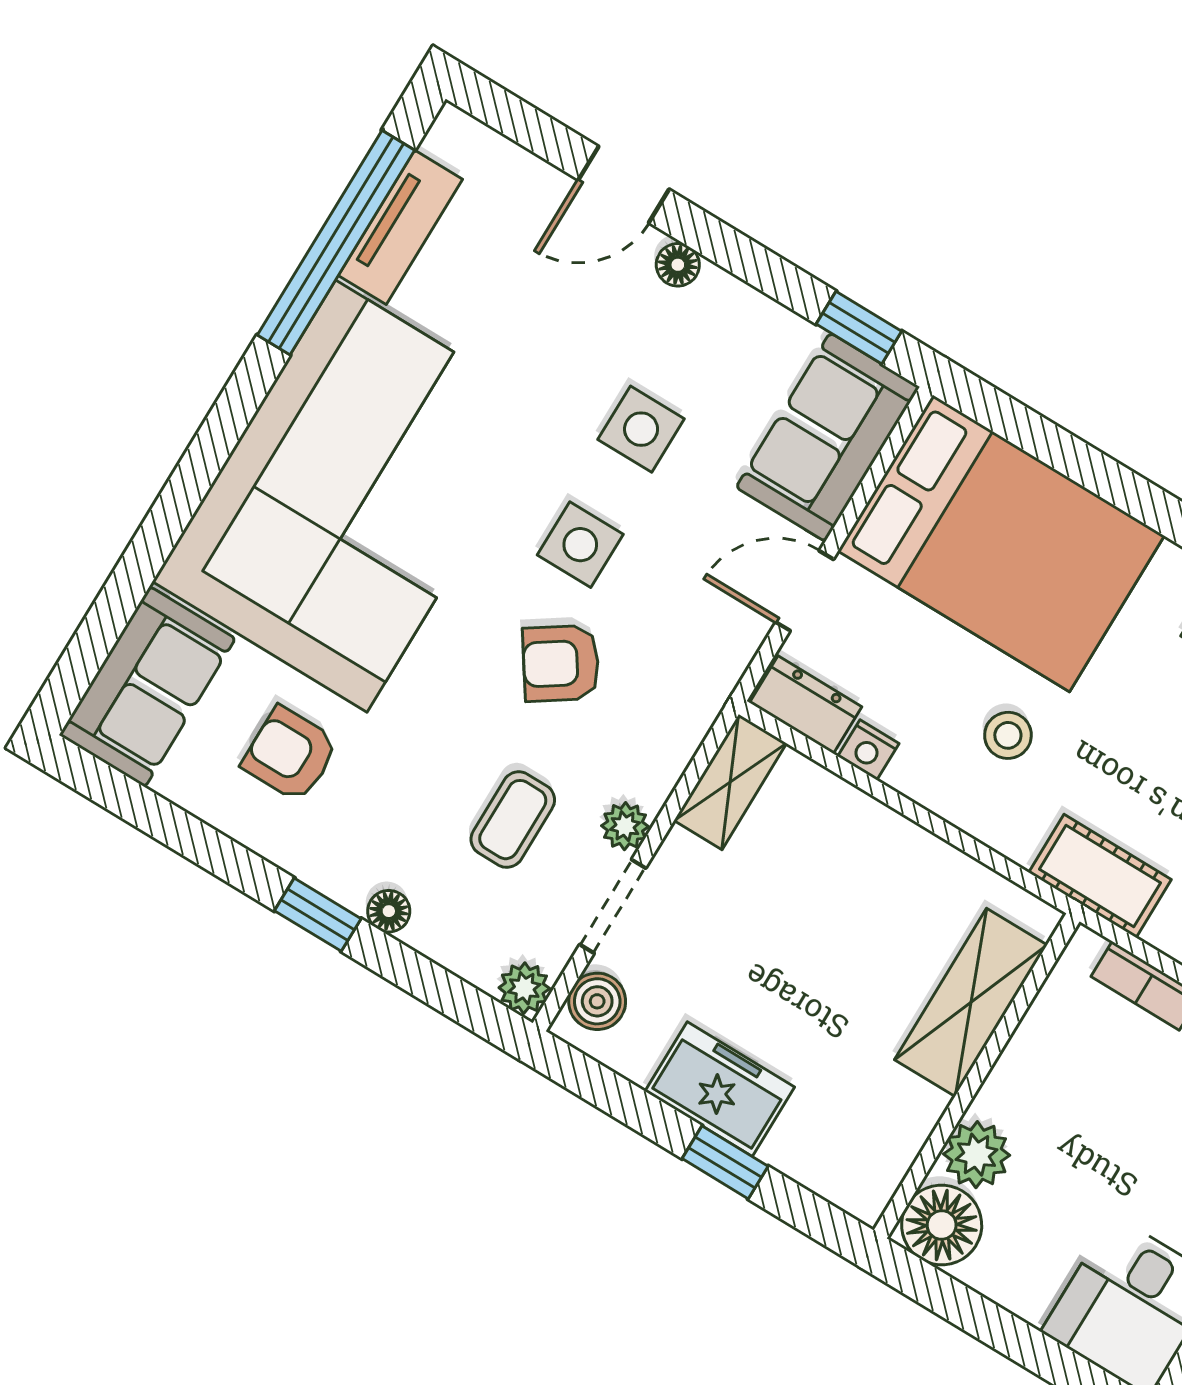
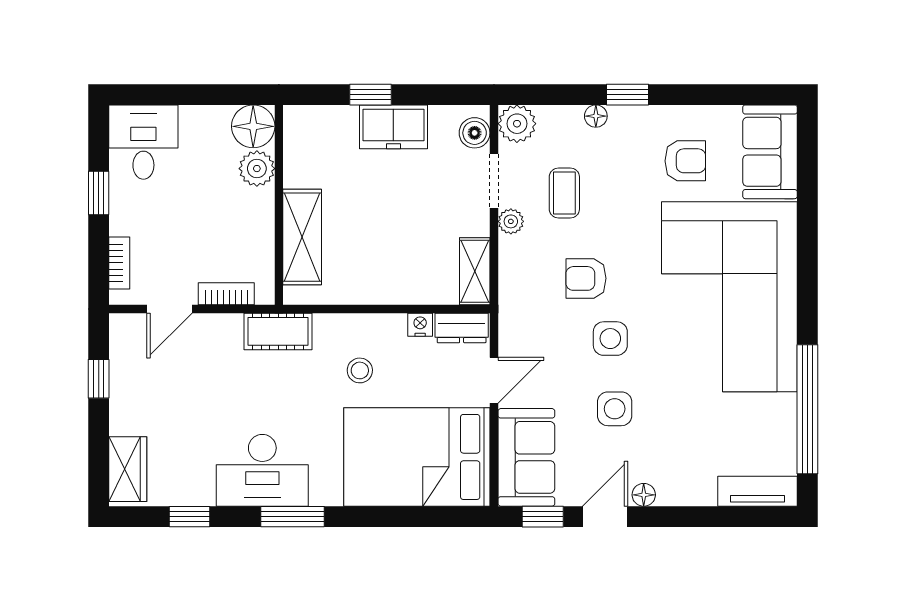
door: (624, 185) -> (605, 517), moved
tv unit: (400, 227) -> (758, 491), moved, turned 90
armchair: (561, 663) -> (586, 278), turned -146
plant: (524, 988) -> (517, 124), width x1.38, depth x1.38

